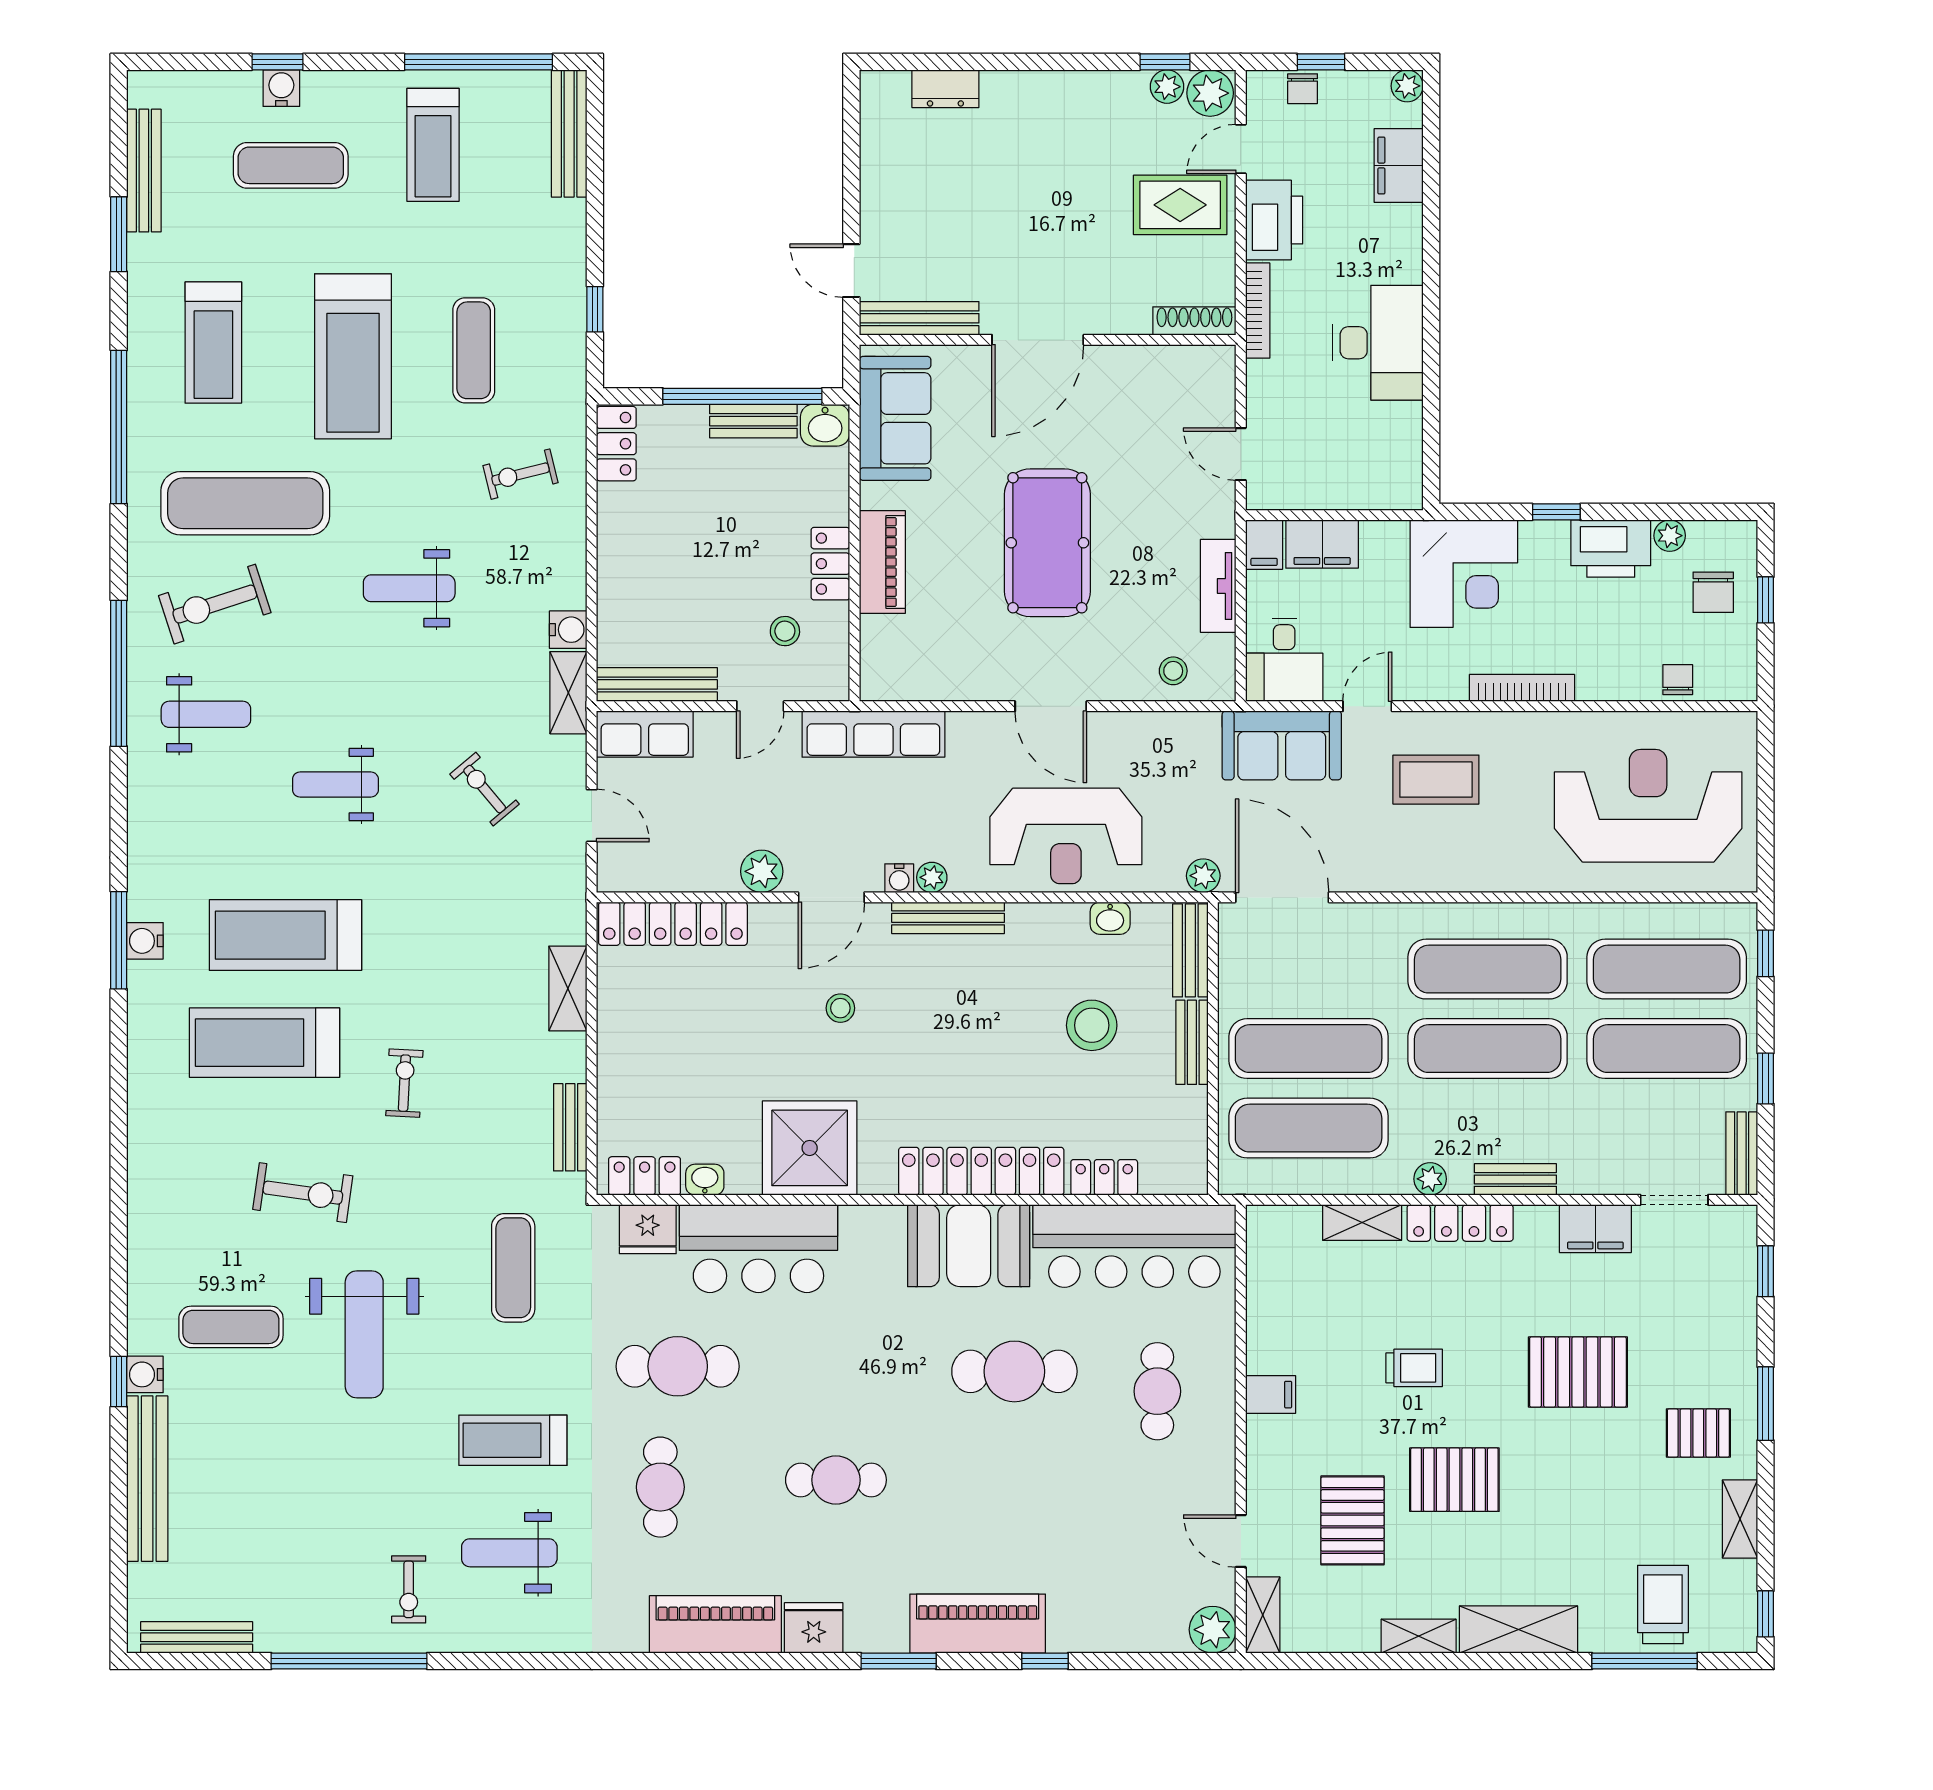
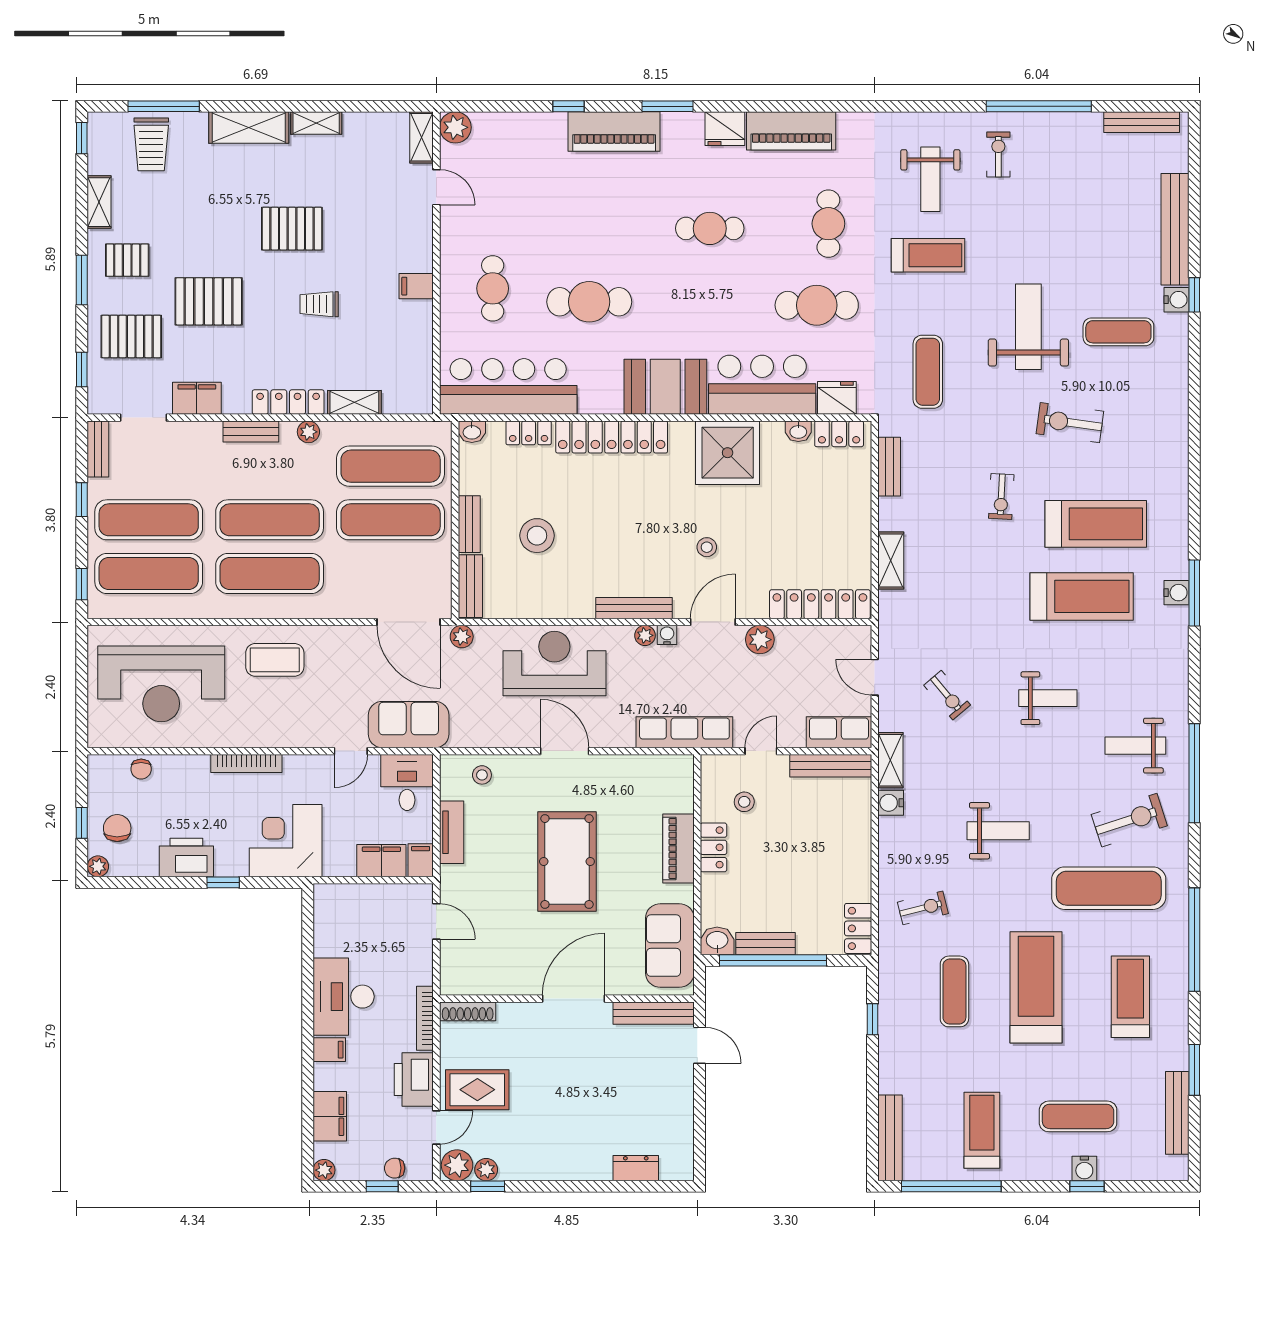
chair: (1303, 89) -> (395, 1168), turned -90
filing cabinet: (1399, 264) -> (329, 1050), added
plant: (1670, 536) -> (98, 866), moved
coffee table: (1436, 780) -> (275, 660), moved
washbasin: (1110, 918) -> (472, 432), moved, turned 180
booth: (969, 1246) -> (665, 387), moved
pallet: (1353, 1520) -> (131, 336), moved, turned 90
weight bench: (509, 1553) -> (930, 179), turned 90

